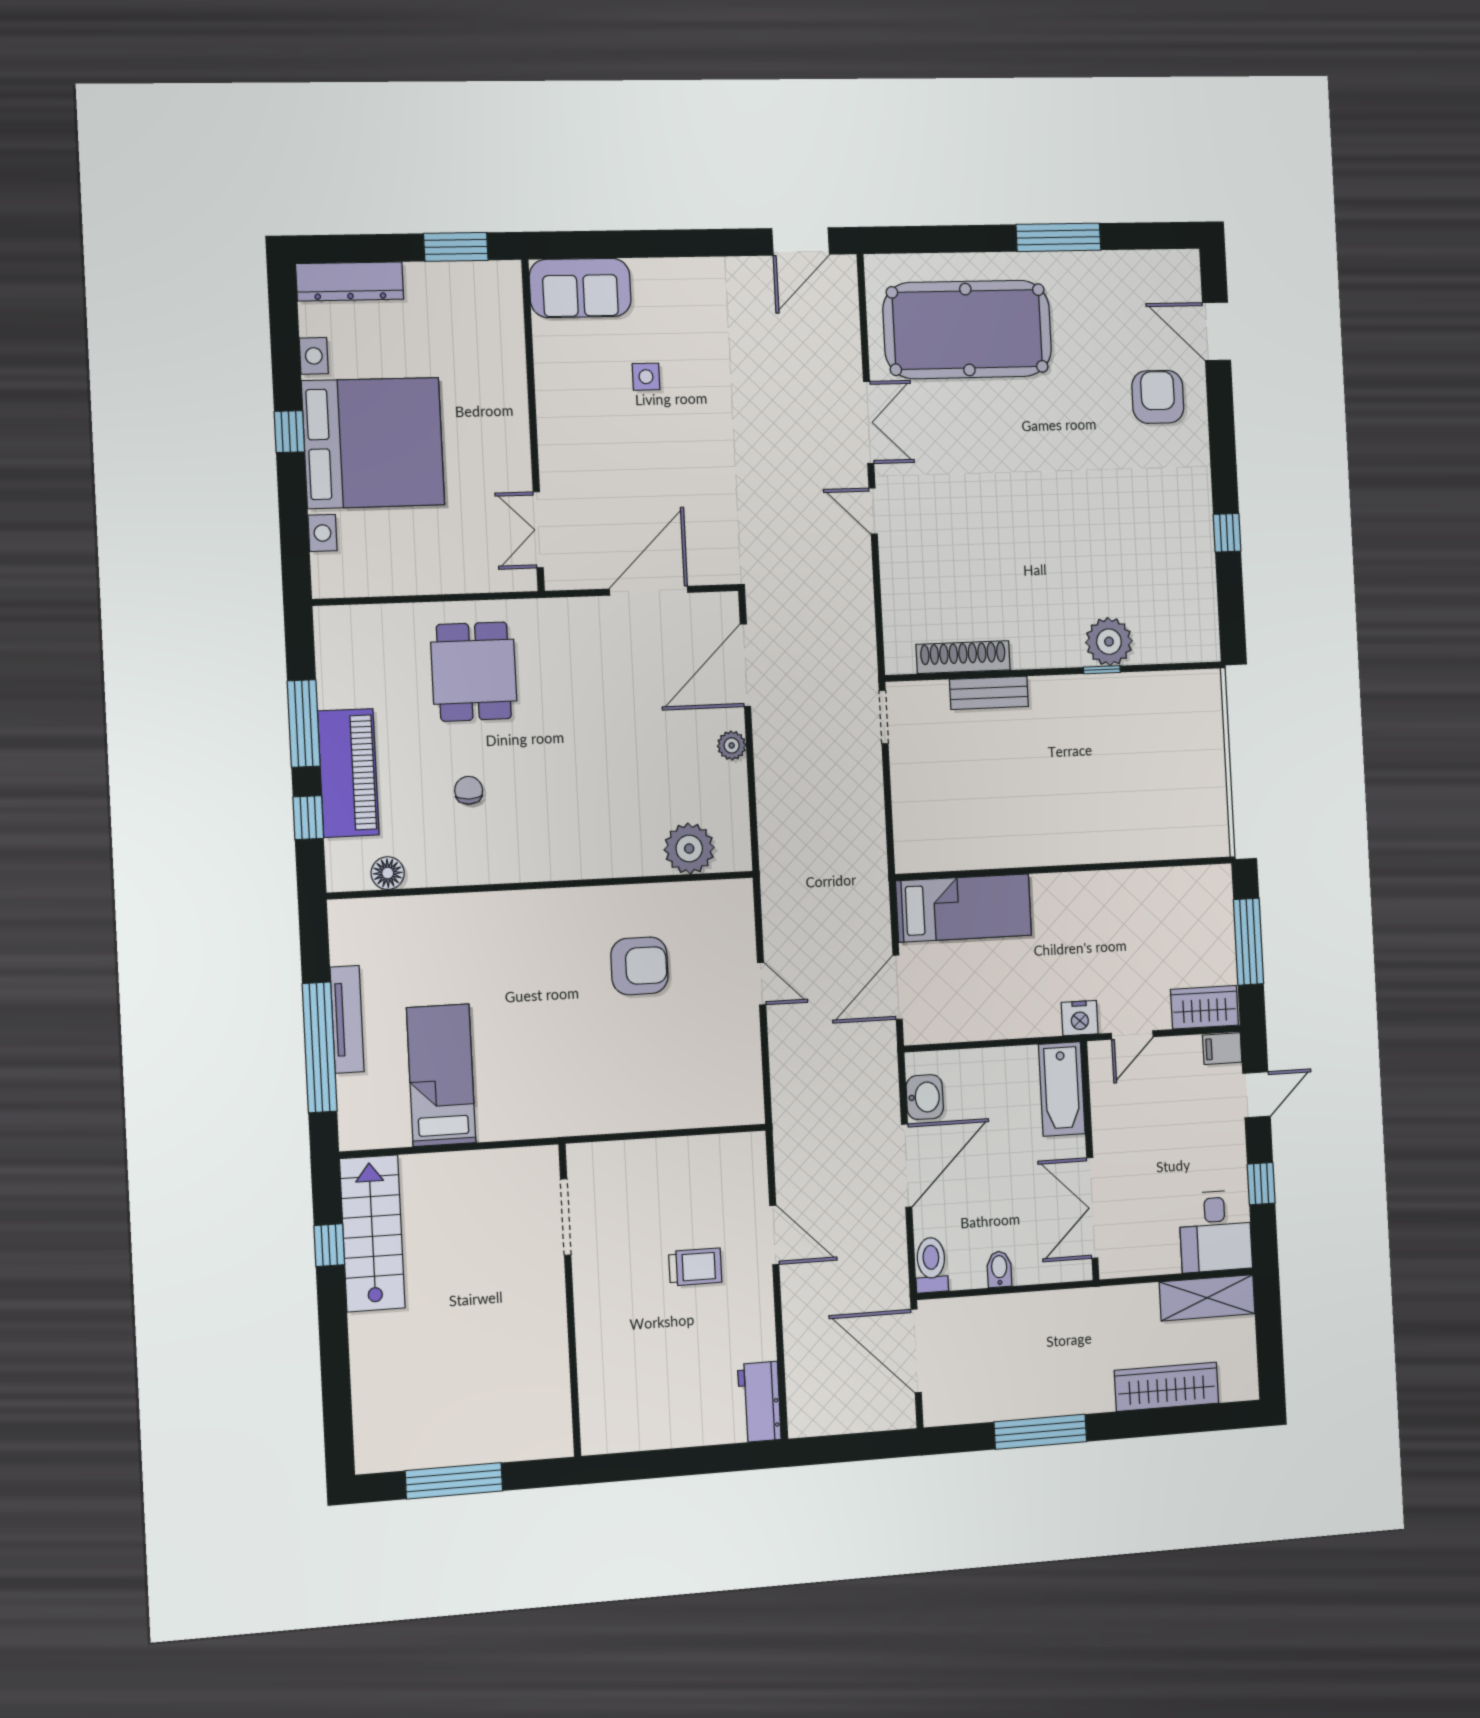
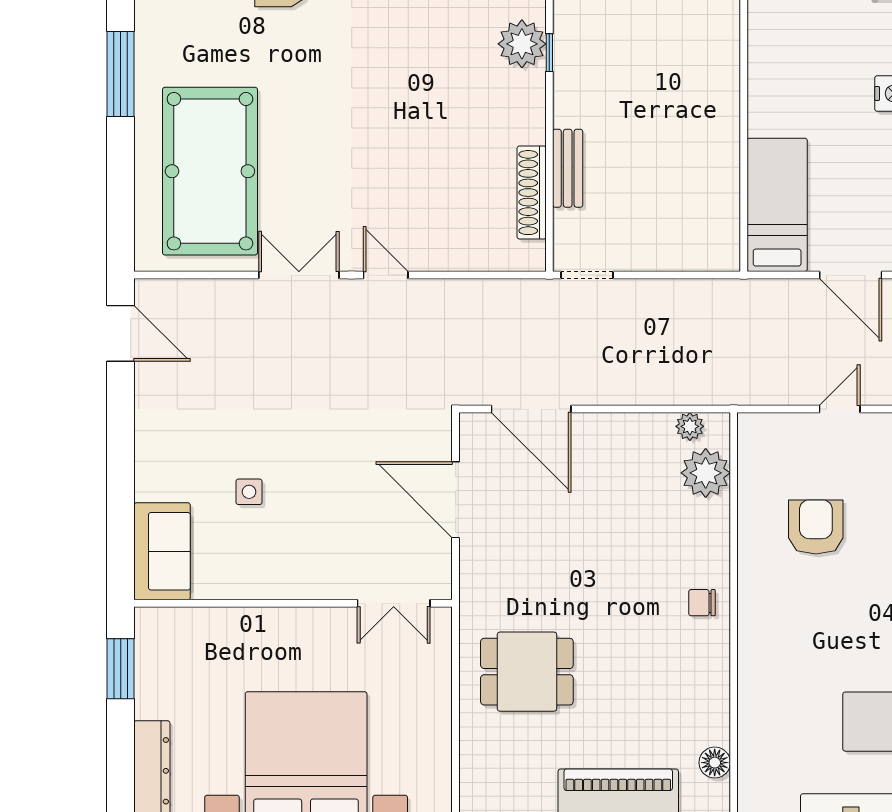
door: (873, 511) -> (386, 275), swing flipped
plant: (732, 745) -> (690, 426), moved
chair: (469, 790) -> (702, 603), moved

